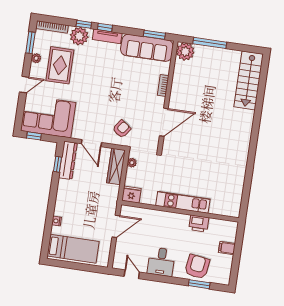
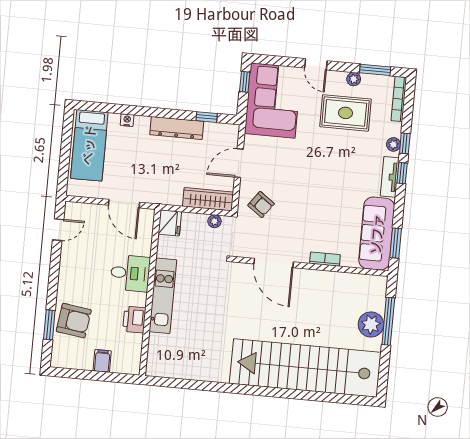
plant: (79, 36) -> (393, 144), width x0.53, depth x0.53
plant: (185, 52) -> (371, 324), moved
stairs: (249, 80) -> (305, 368), width x1.86, depth x1.51
dresser: (68, 160) -> (177, 128), moved
desk: (161, 262) -> (130, 273), moved, turned 180

